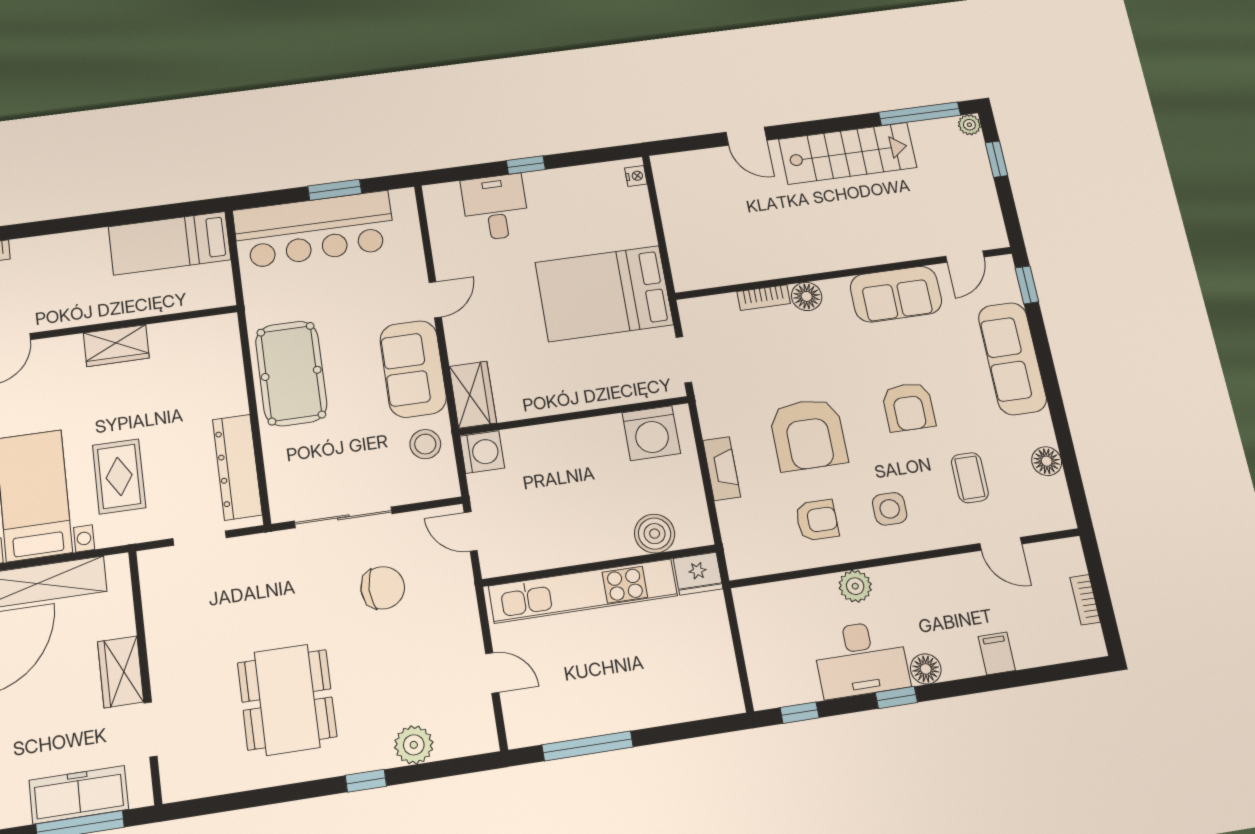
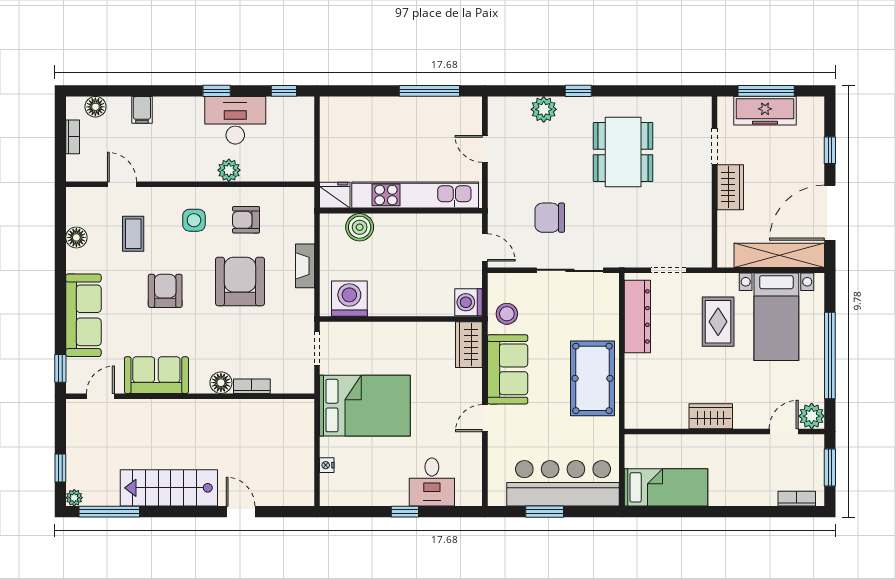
nightstand: (636, 176) -> (327, 465), moved
floor lamp: (926, 669) -> (95, 107), moved

